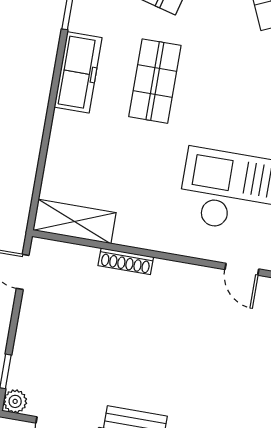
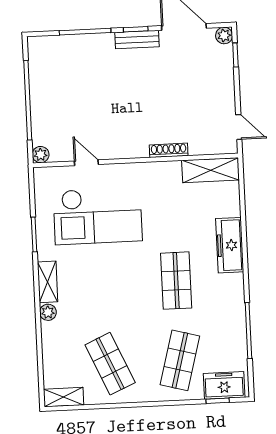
freezer: (78, 72) -> (230, 245), moved

